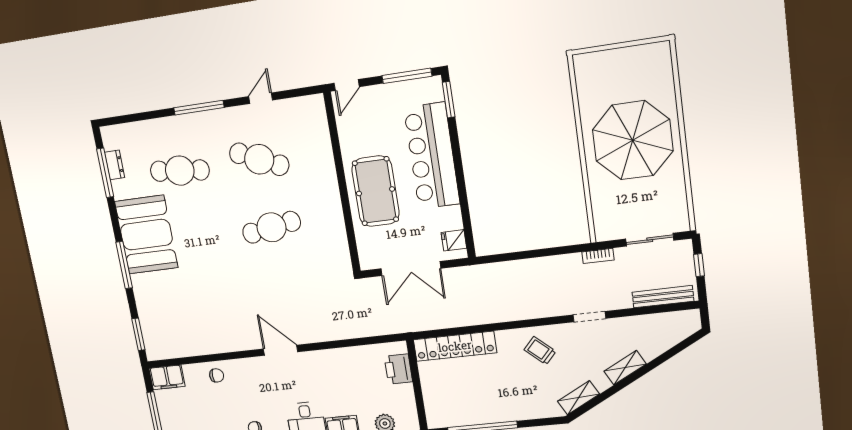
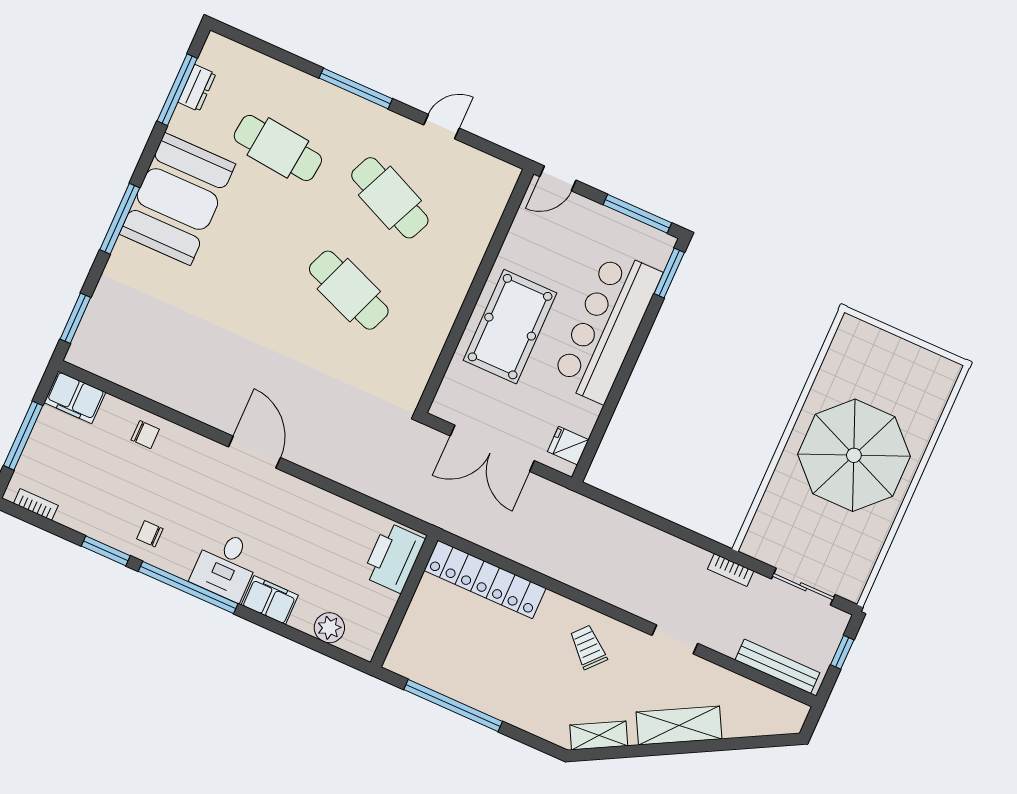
cafe table: (272, 227) -> (349, 290), turned 30
shelving: (625, 368) -> (679, 725), width x1.50, depth x1.33
printer: (398, 369) -> (394, 558), width x1.37, depth x1.19

